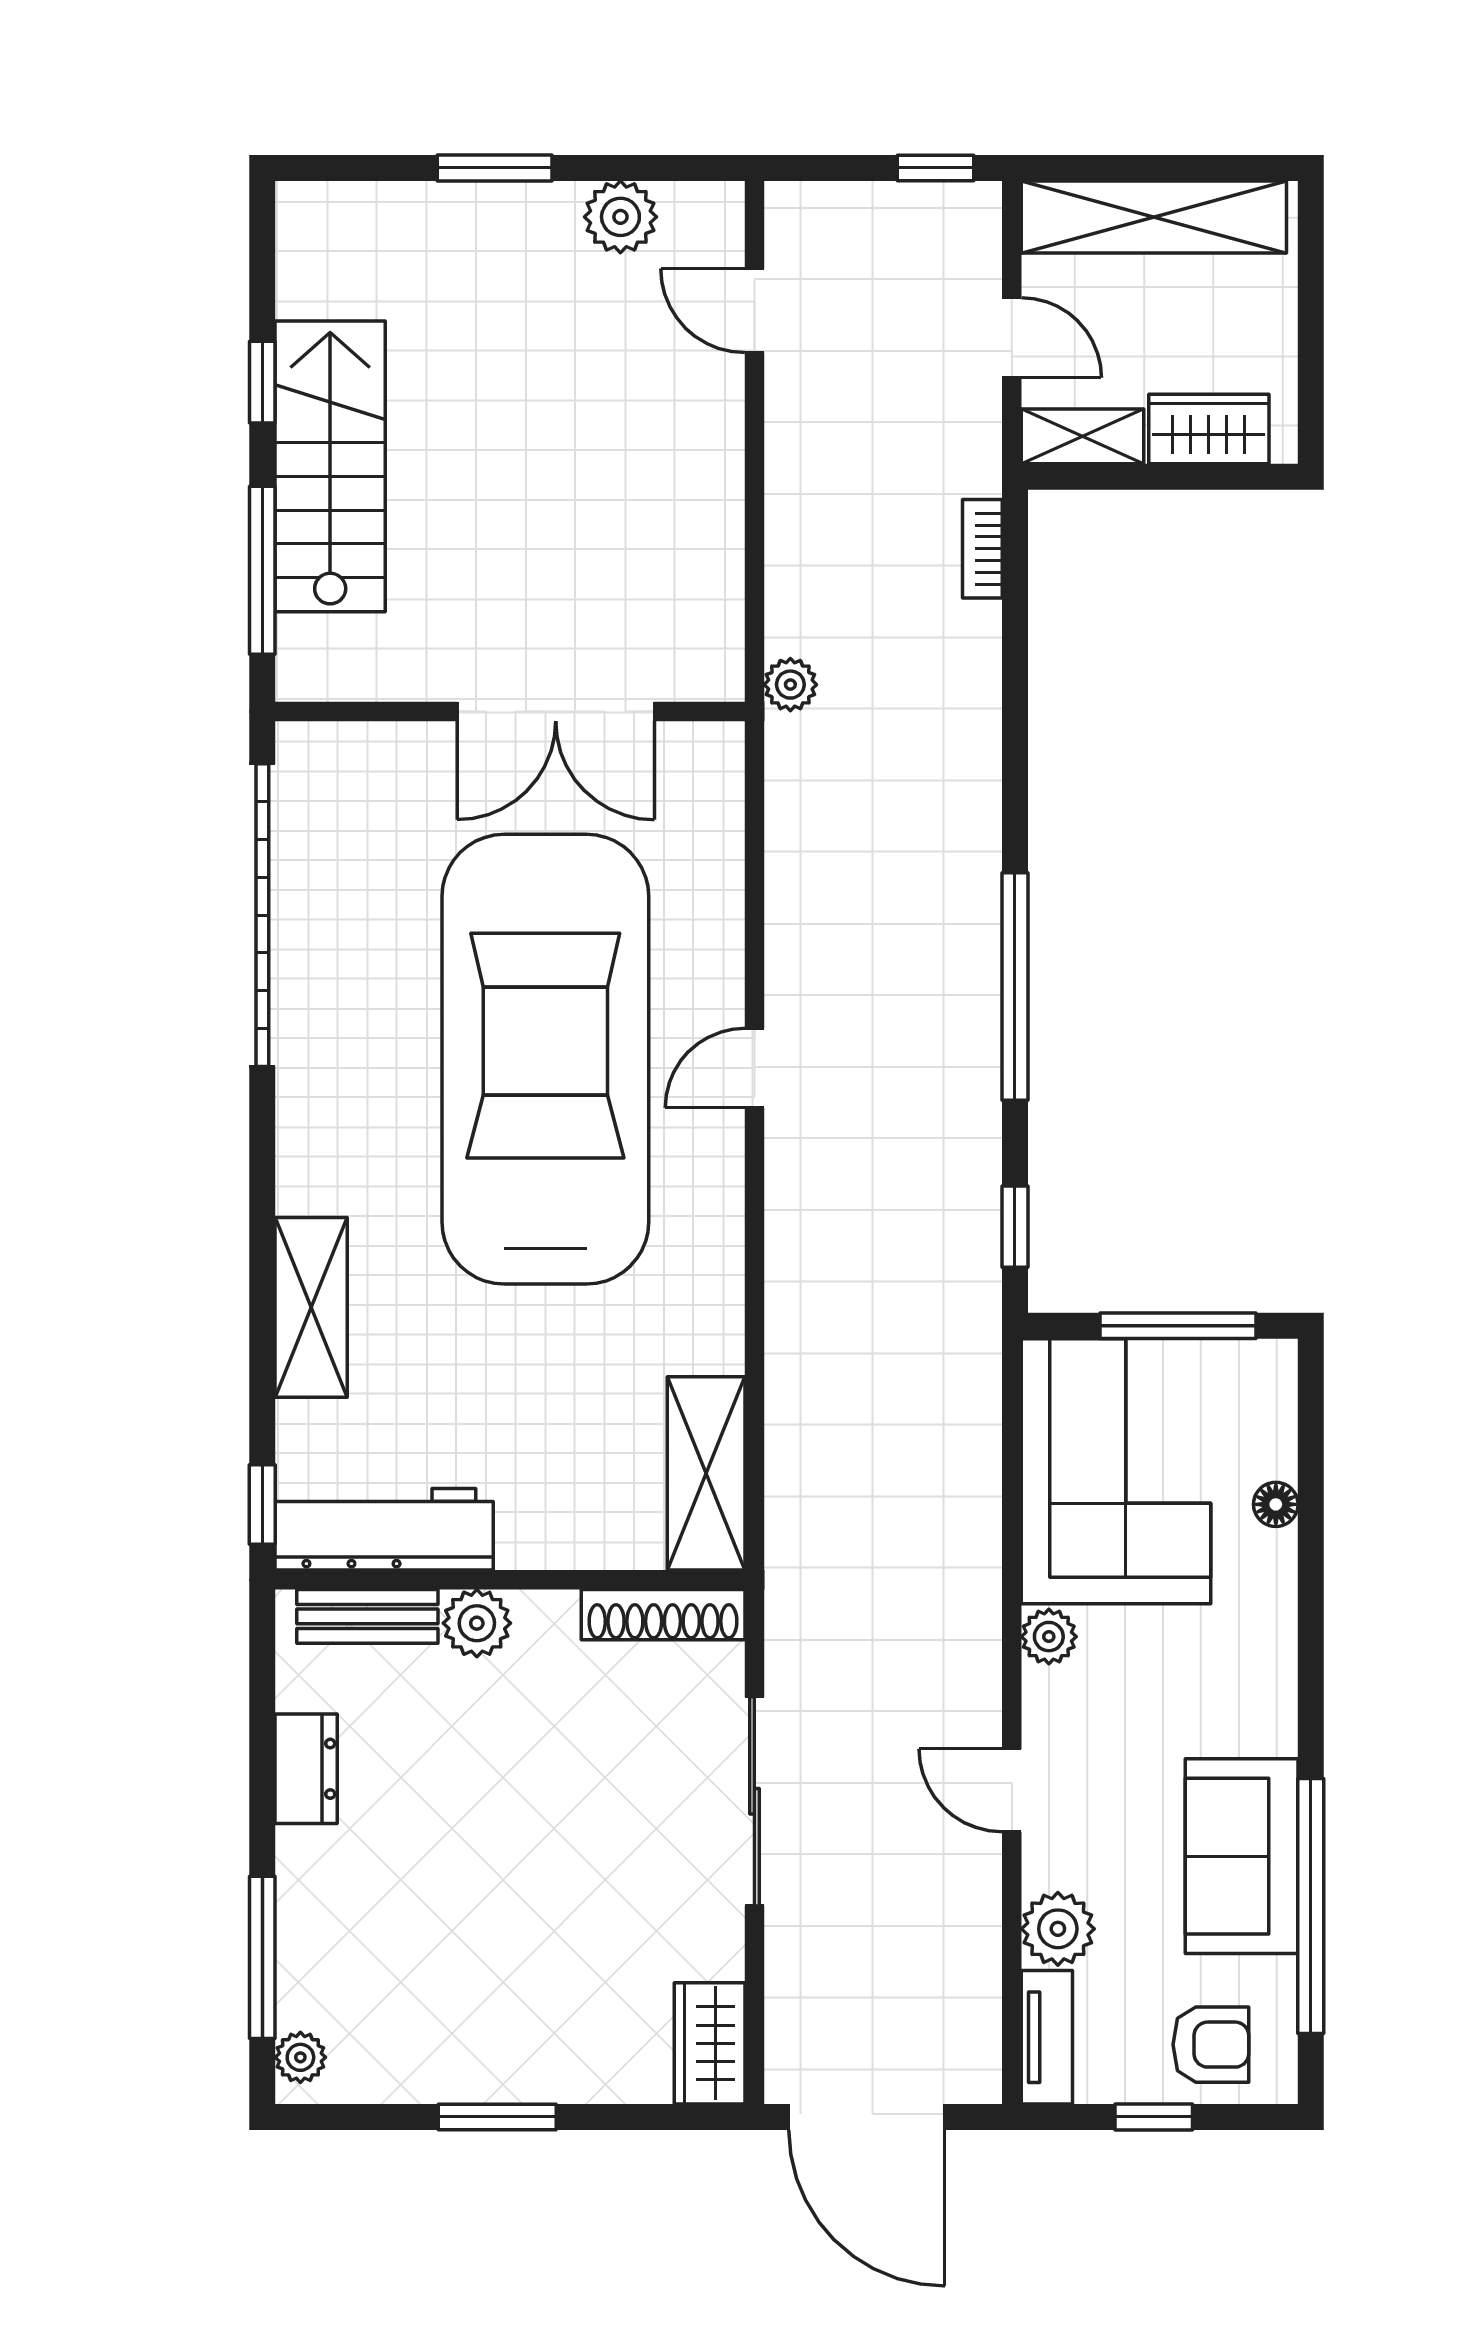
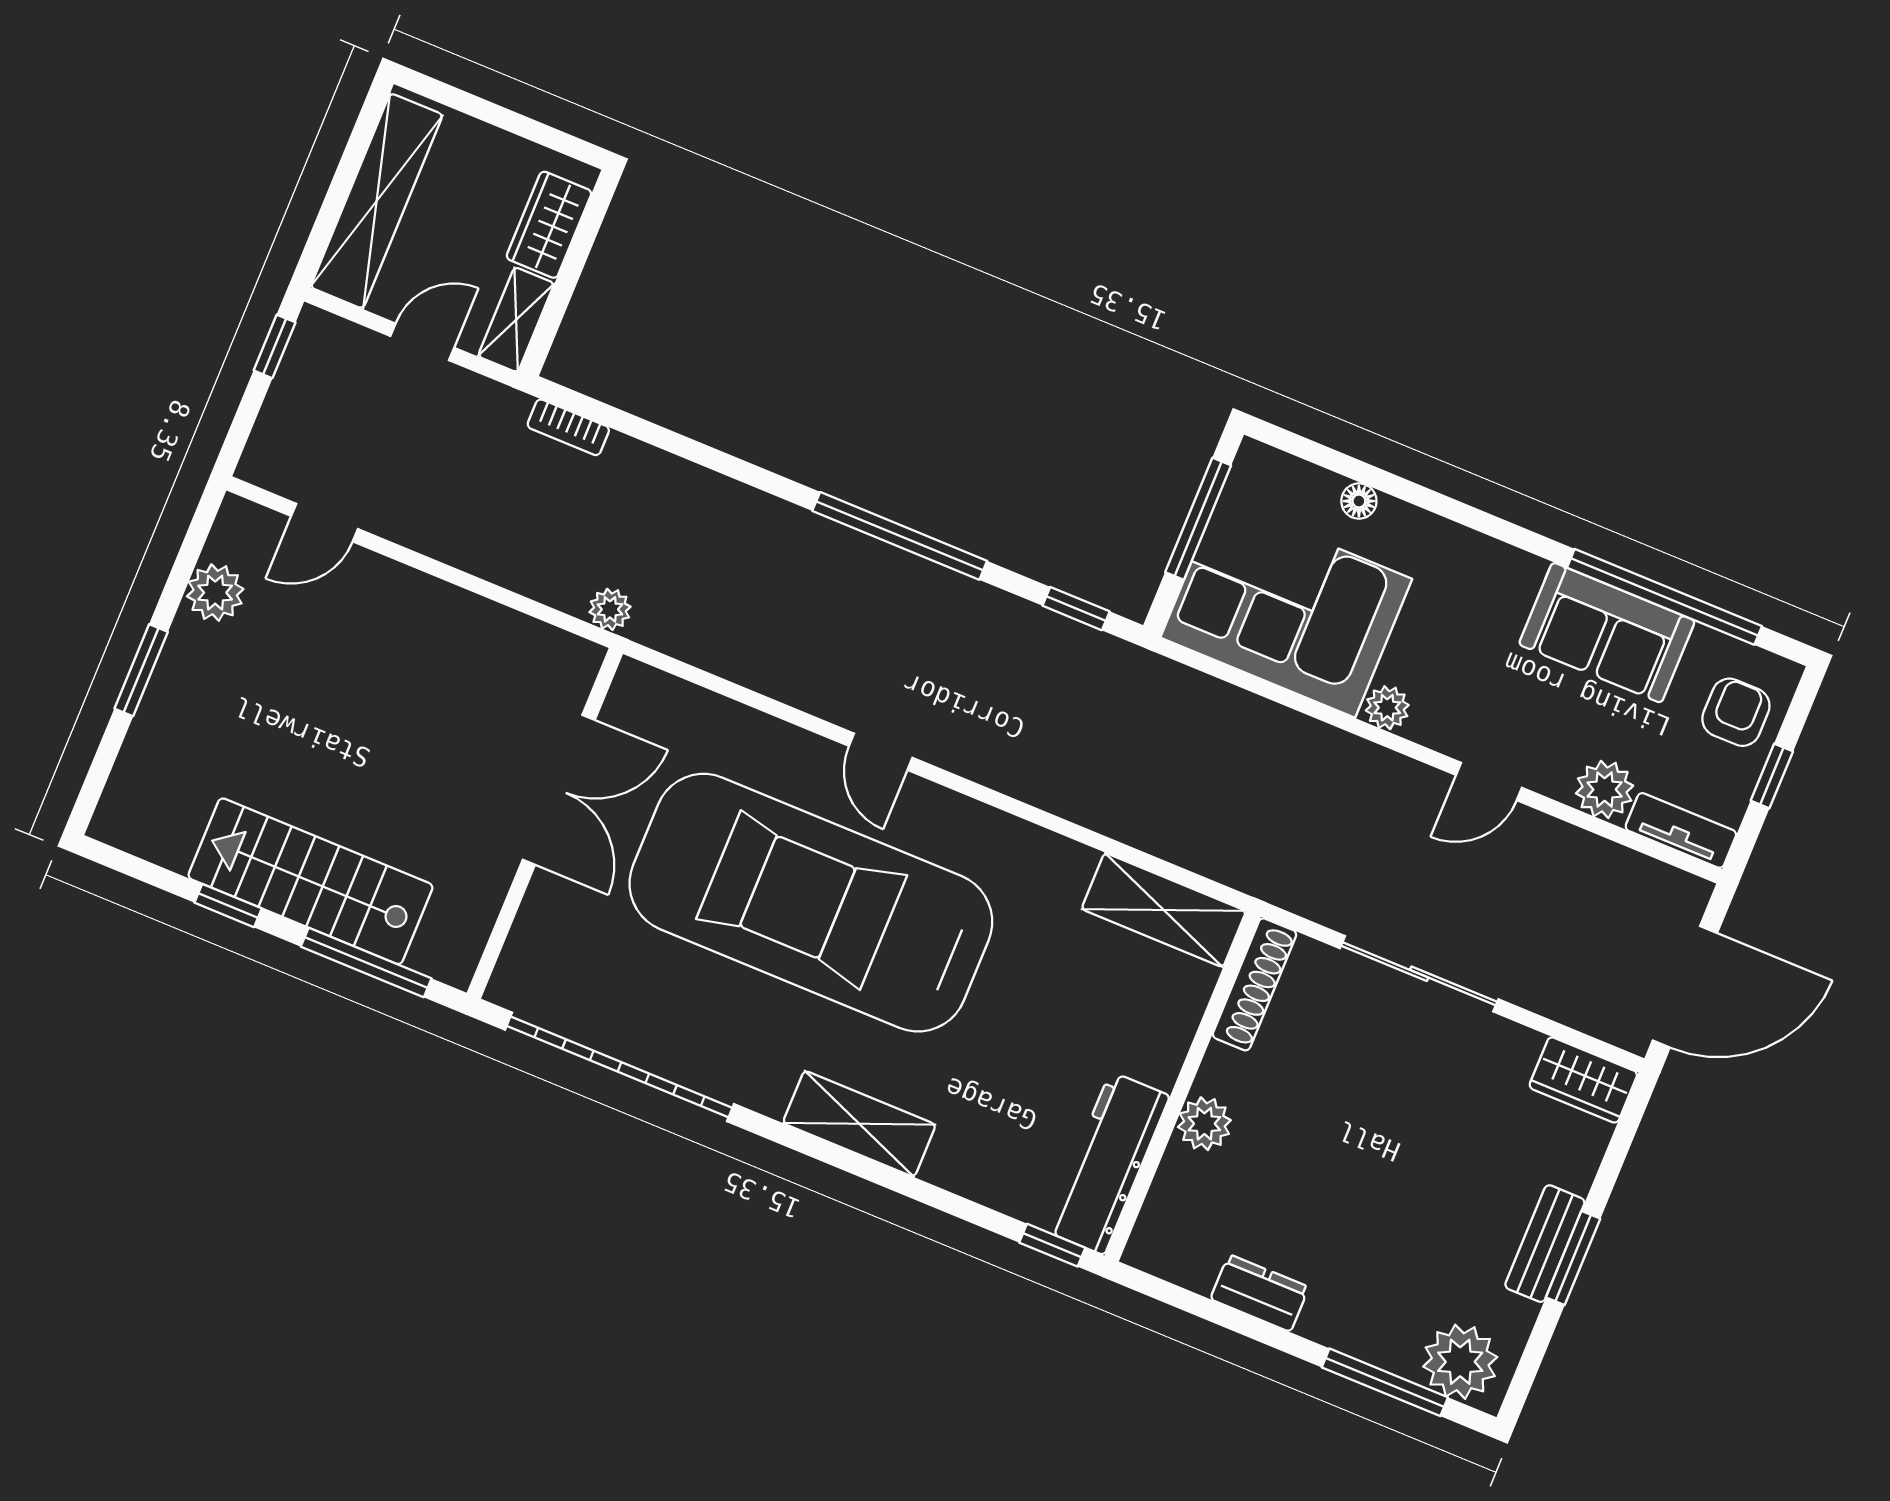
shelving: (311, 1307) -> (859, 1124), moved
bench: (367, 1616) -> (1545, 1244), moved
plant: (300, 2057) -> (1460, 1362), width x1.87, depth x1.87

